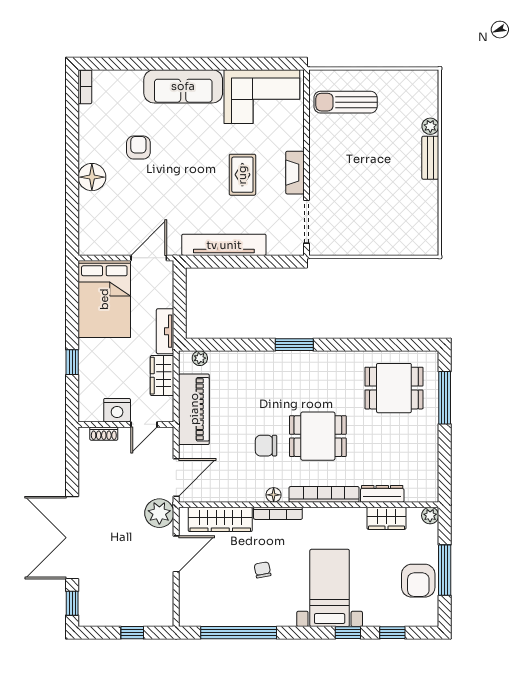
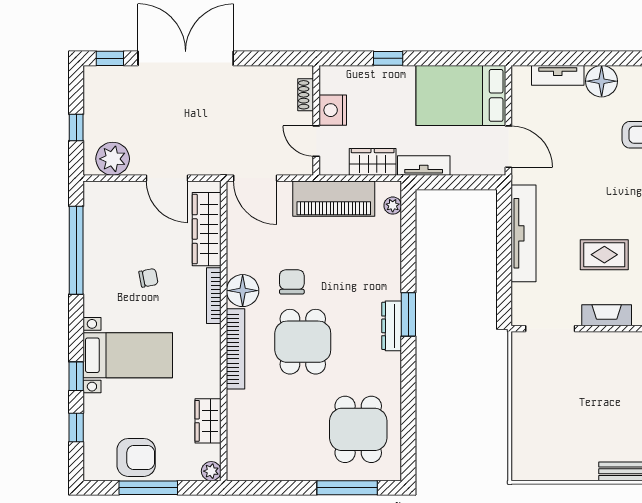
tv unit: (87, 215) -> (558, 75), added
dresser: (382, 494) -> (392, 326), moved, turned 180
floor lamp: (274, 495) -> (243, 291), width x1.89, depth x1.89
plant: (159, 513) -> (113, 159), moved
armchair: (418, 581) -> (136, 457), turned 180

